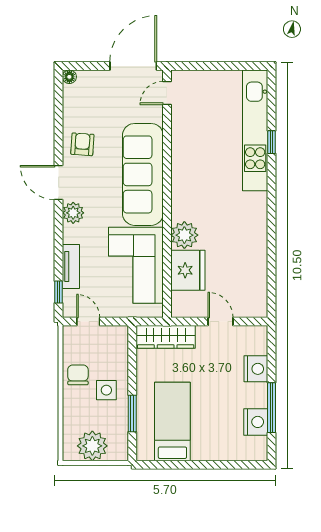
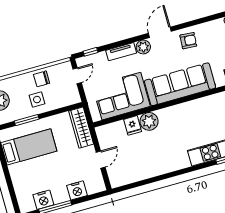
tv unit: (71, 267) -> (121, 52), moved
fridge: (188, 270) -> (133, 125), width x0.53, depth x0.75
chair: (78, 375) -> (42, 79), turned 180

